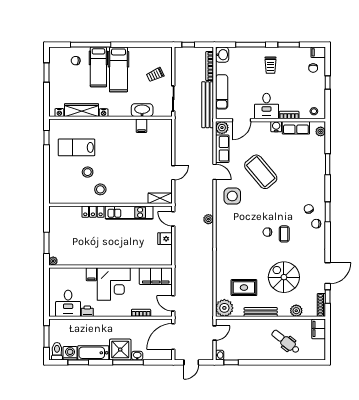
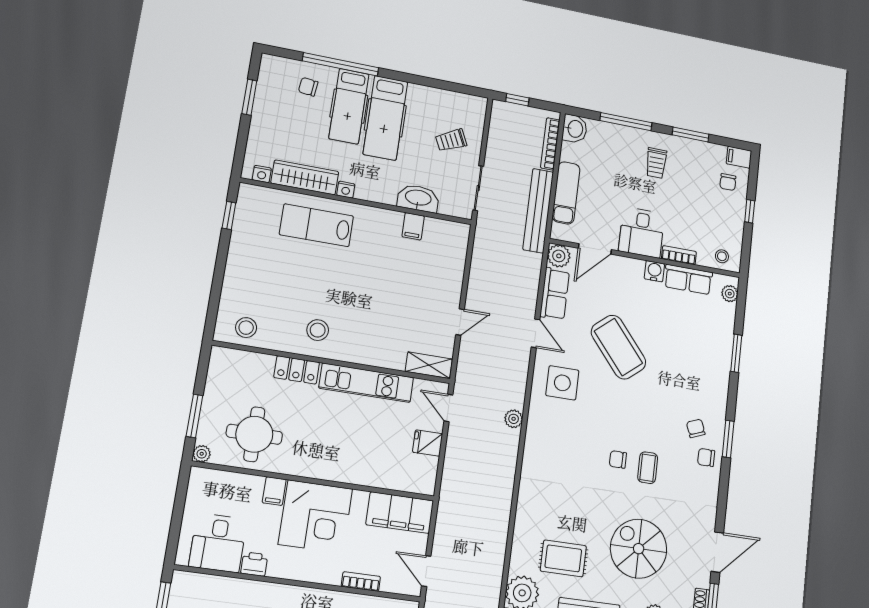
lab bench: (76, 147) -> (317, 225), moved
stool: (88, 172) -> (246, 328), moved
round table: (77, 247) -> (254, 434), added

